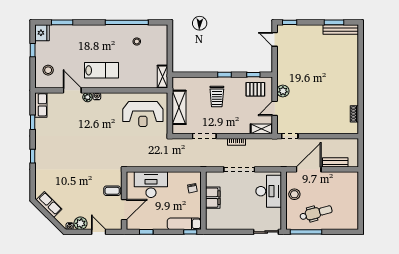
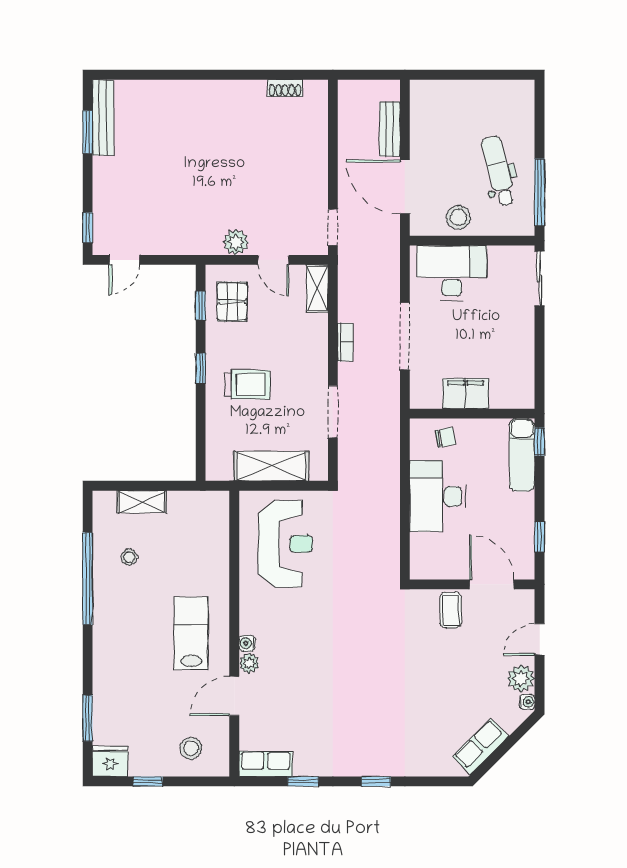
shelving: (162, 77) -> (142, 502), moved
desk: (151, 185) -> (438, 496), moved

